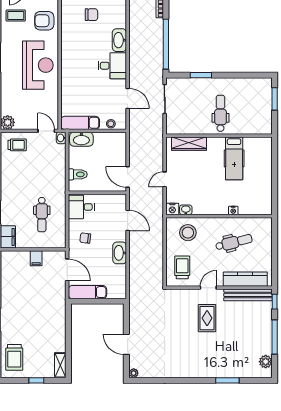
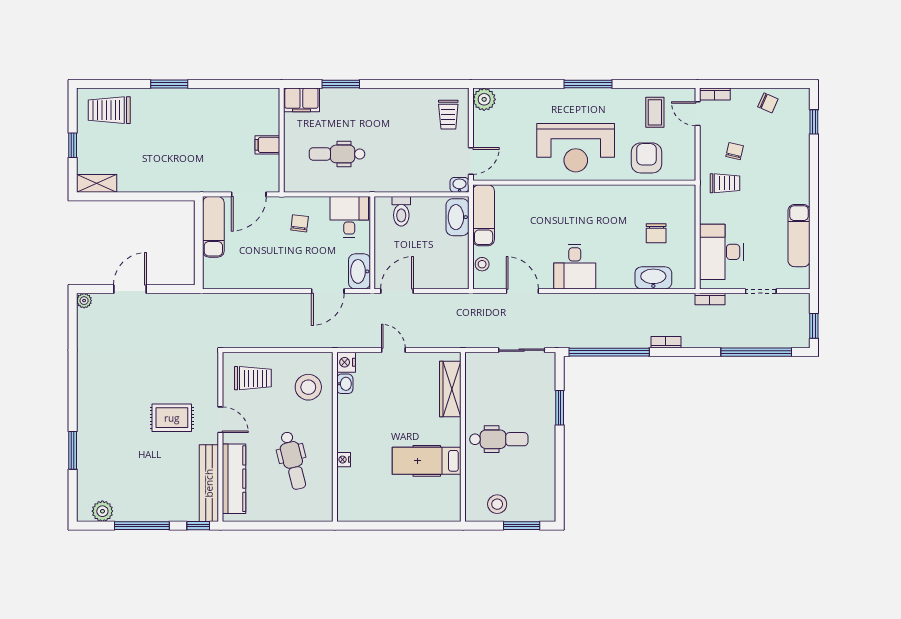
washbasin: (119, 40) -> (653, 278), moved
door: (128, 98) -> (522, 291), swing flipped
stool: (261, 114) -> (497, 504), added
washbasin: (120, 253) -> (359, 271), moved, turned -90

